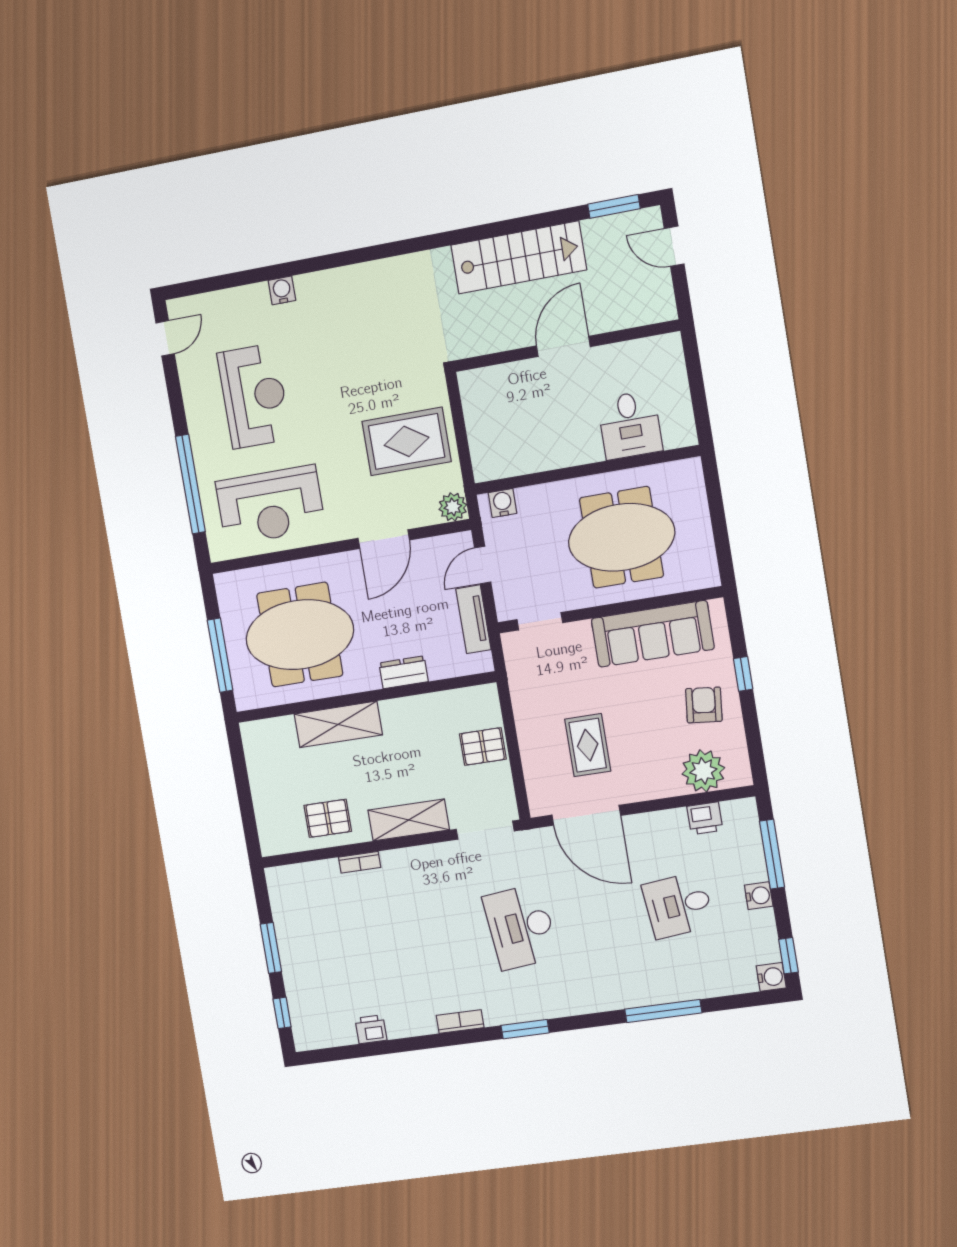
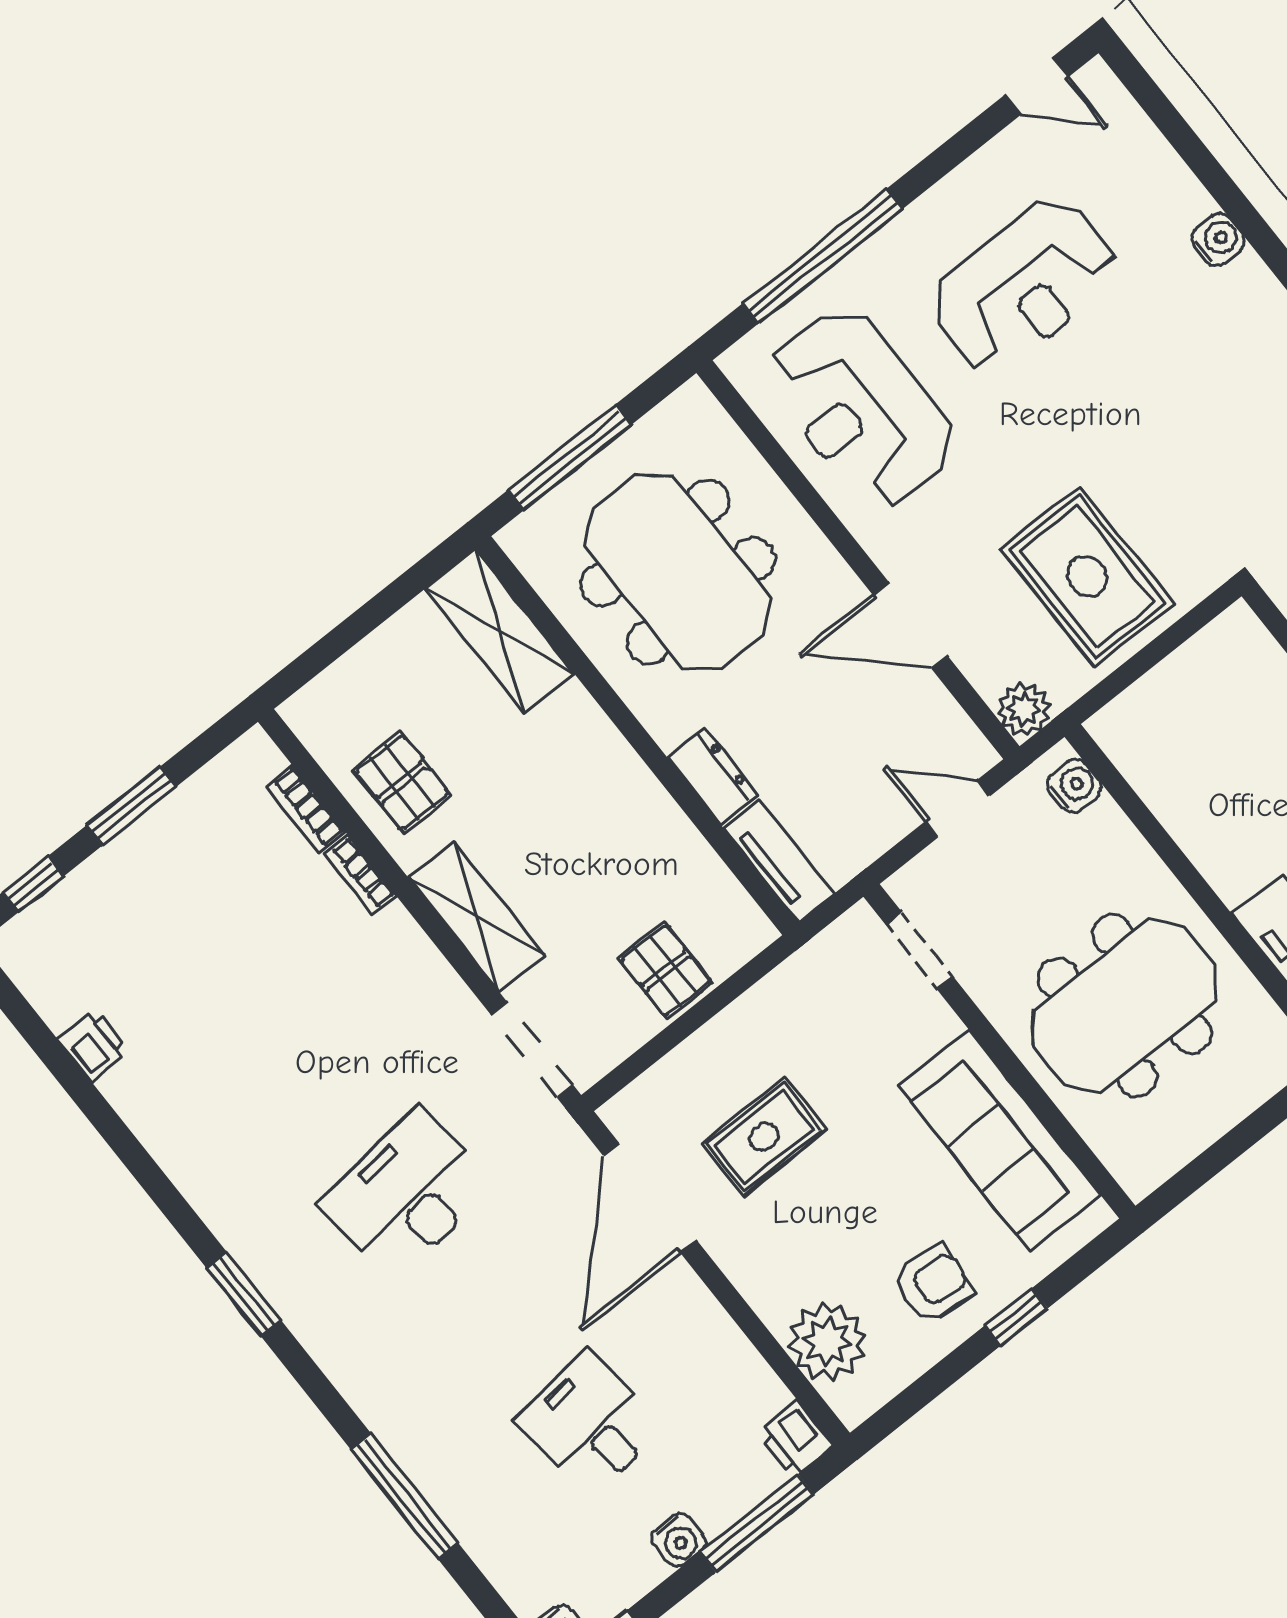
meeting table: (621, 537) -> (1125, 1006), turned 90
tv unit: (473, 619) -> (779, 861), moved, turned 90
shelving: (338, 724) -> (500, 631), moved
printer: (705, 818) -> (795, 1439), moved
bookcase: (460, 1021) -> (306, 809), moved, turned 180

